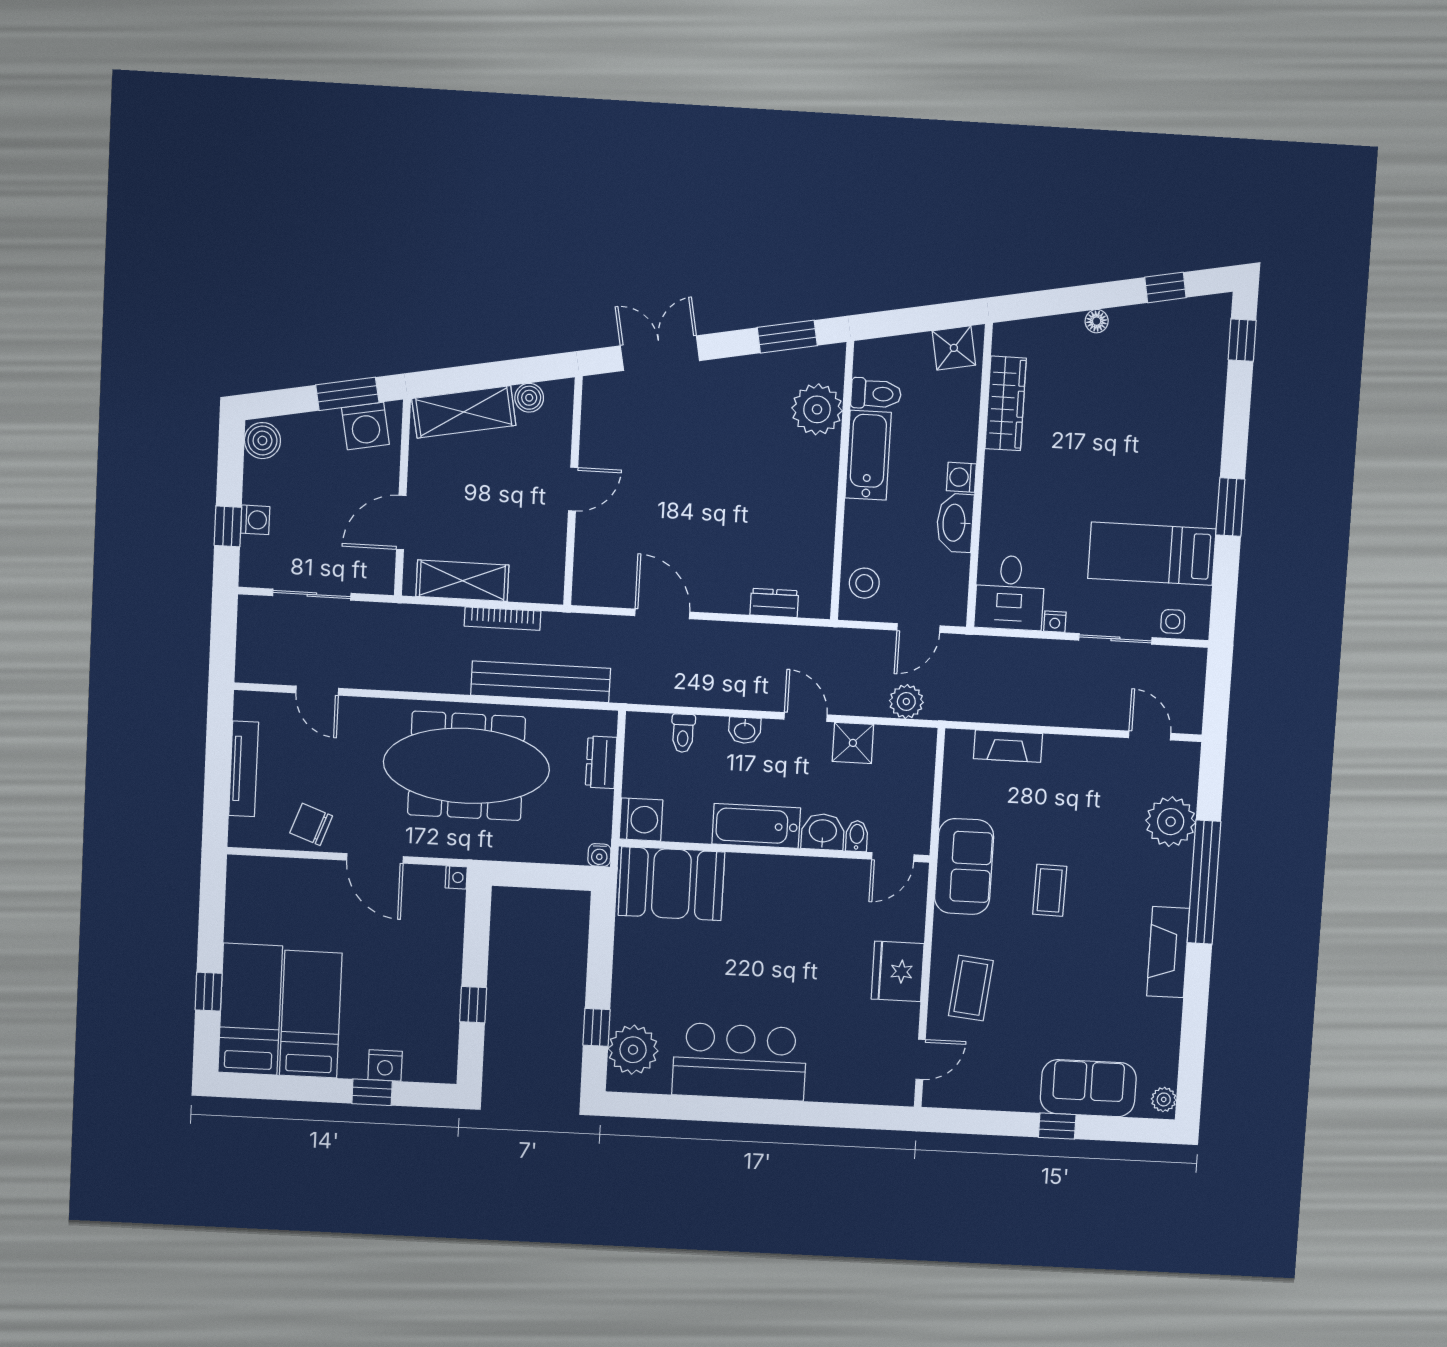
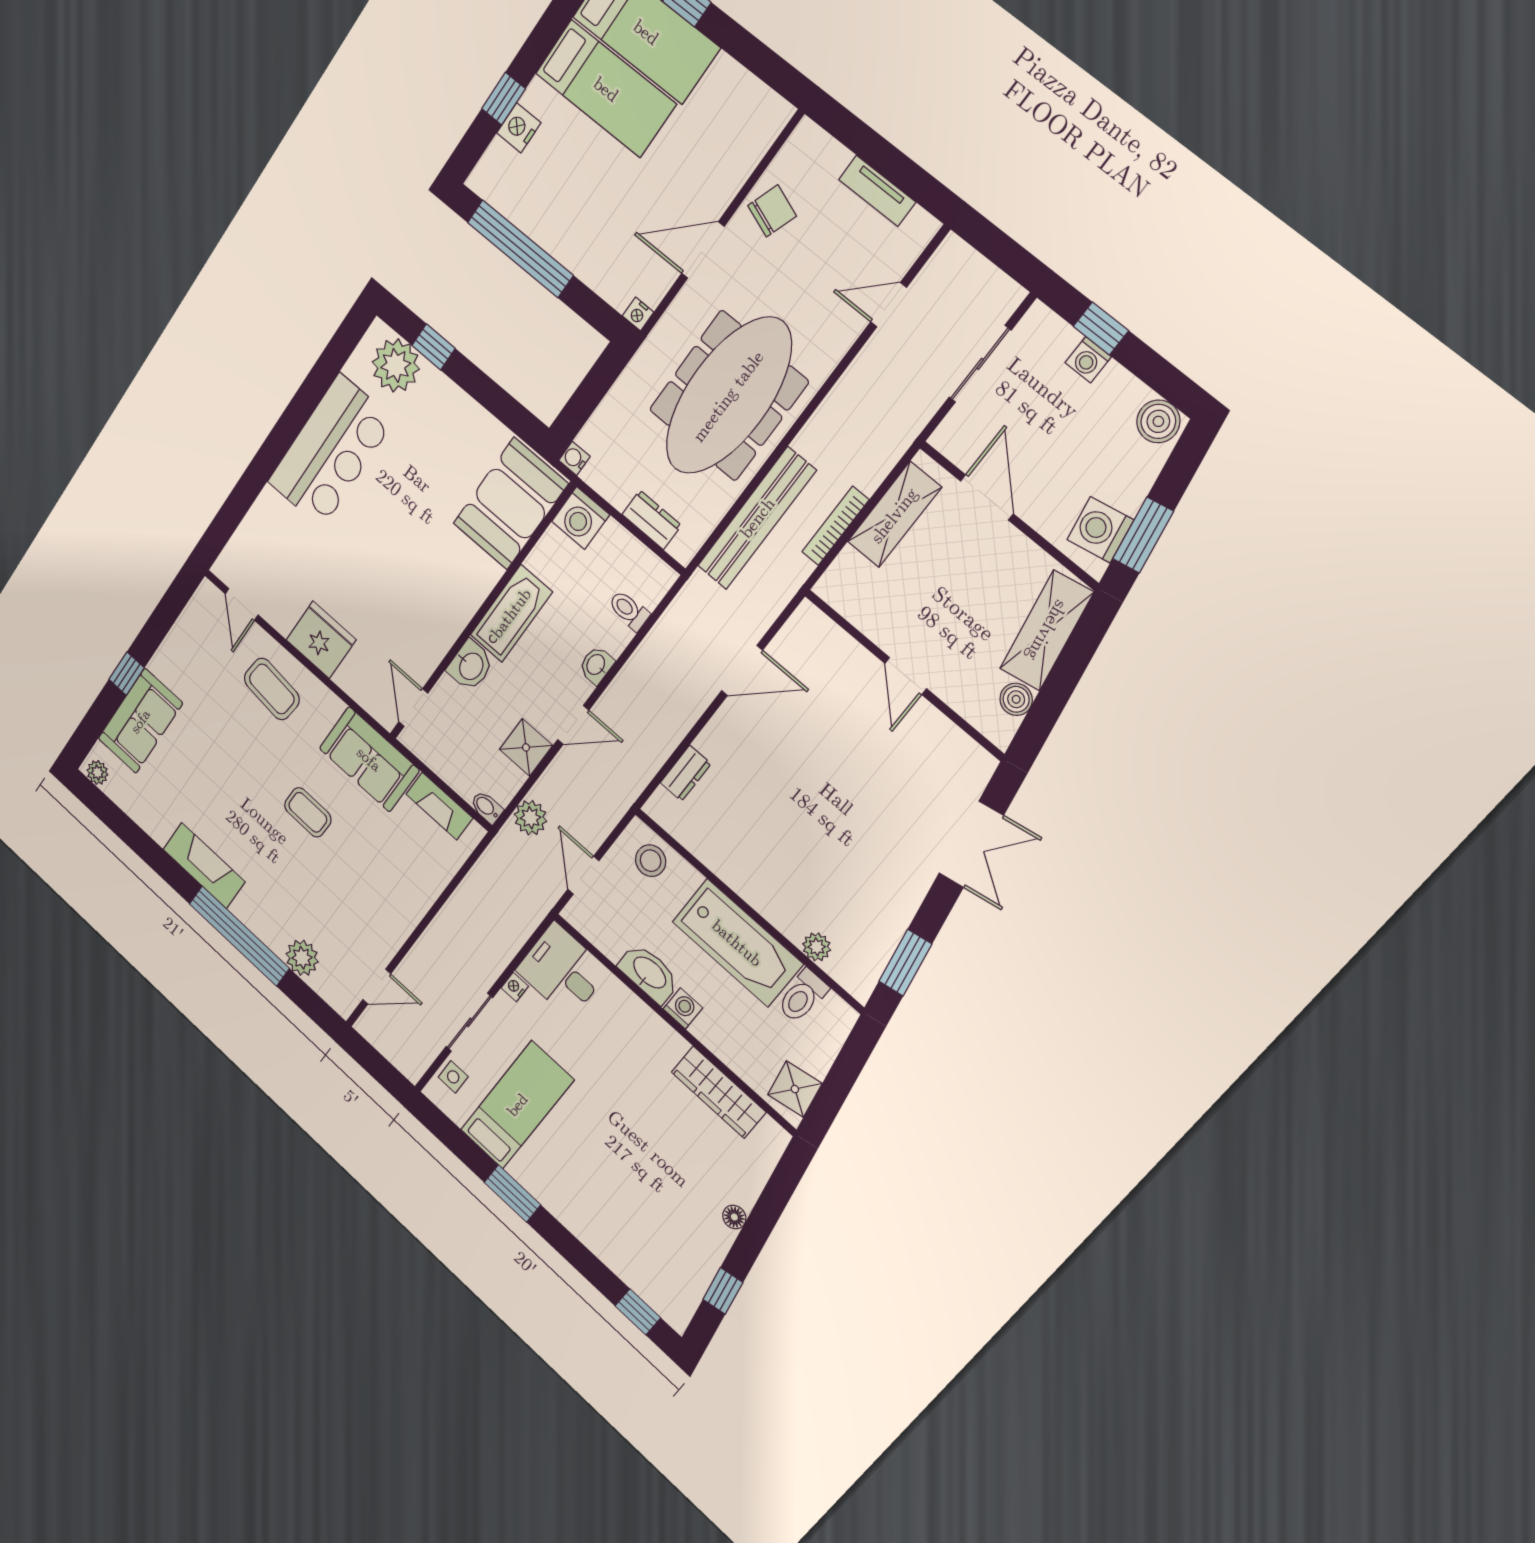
plant: (817, 409) -> (817, 947), width x0.53, depth x0.53
bathtub: (868, 455) -> (737, 943), width x1.36, depth x1.36
fireplace: (1008, 746) -> (439, 806), moved, turned -90
tv unit: (244, 769) -> (877, 191), width x0.71
plant: (1171, 822) -> (302, 958), width x0.73, depth x0.73
bidet: (857, 836) -> (487, 807), moved, turned 180
window: (473, 1005) -> (520, 249), width x3.17

